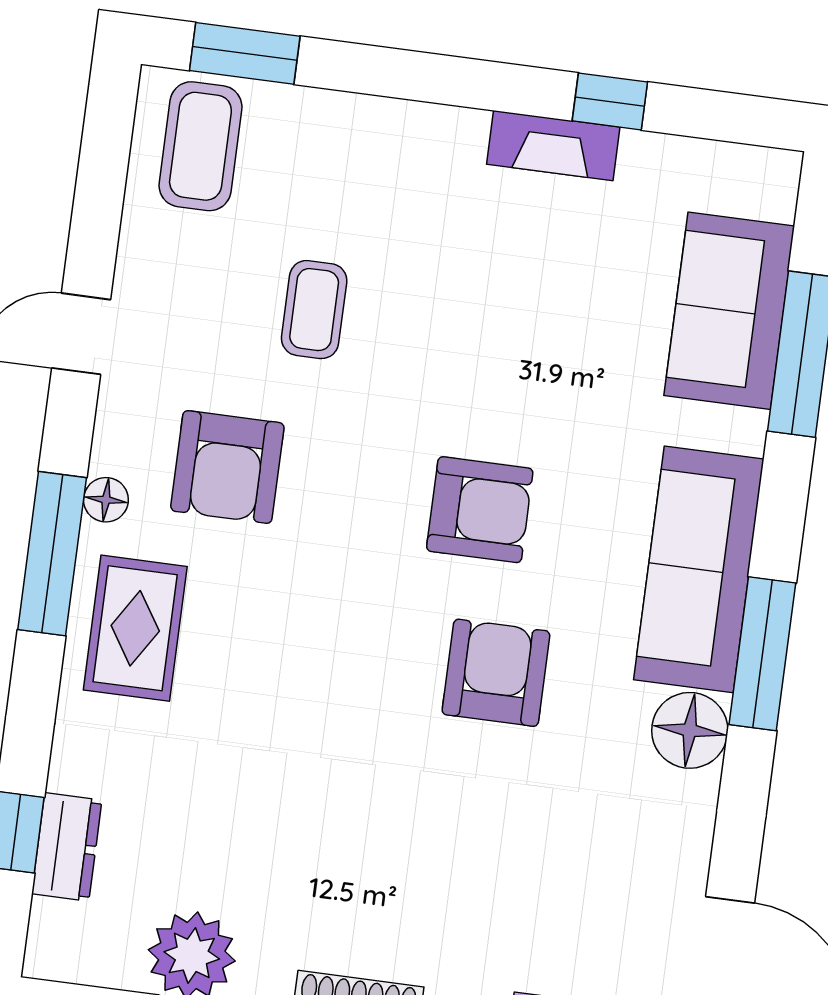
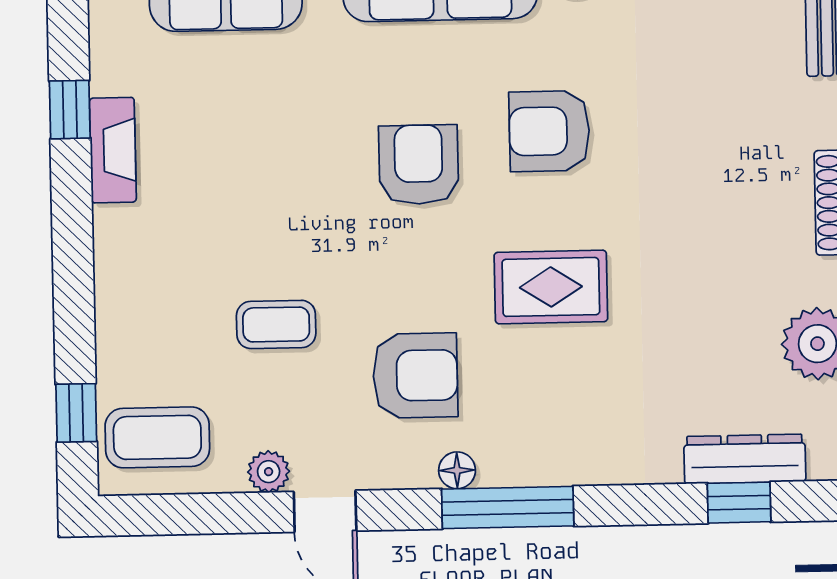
window: (245, 53) -> (76, 413), width x0.67
plant: (139, 273) -> (269, 472), added
rug: (135, 628) -> (551, 287), moved
dresser: (67, 847) -> (745, 459), width x1.44

